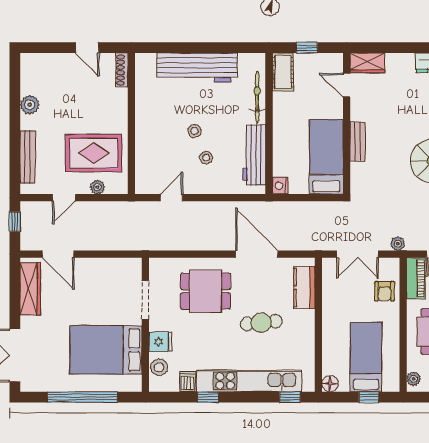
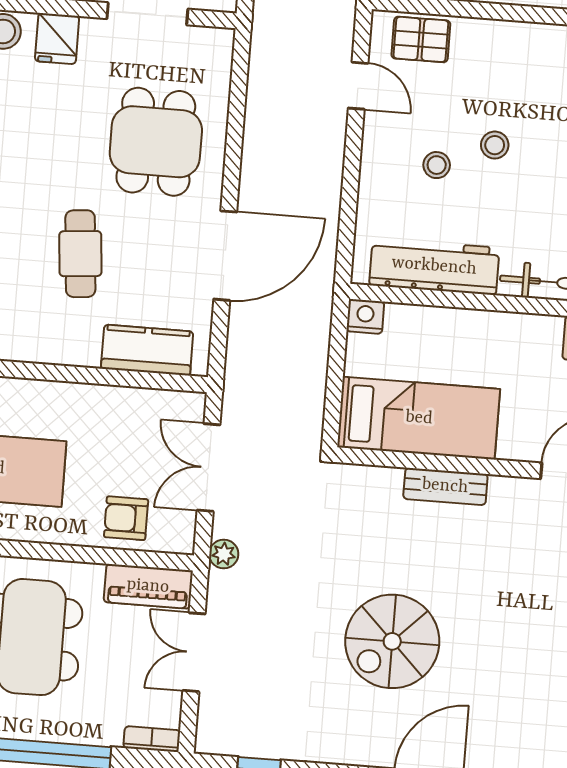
pallet: (147, 170) -> (421, 39), added

